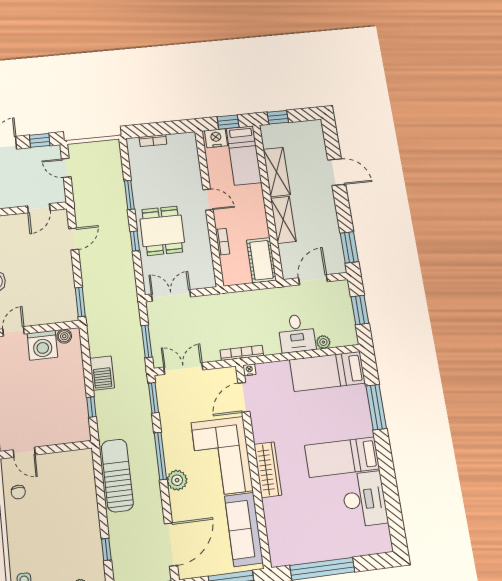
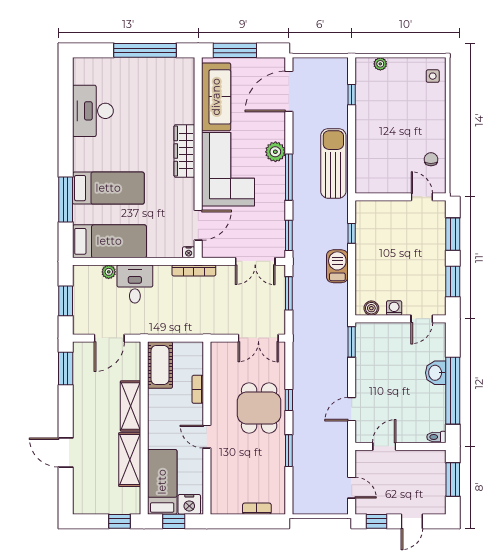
washing machine: (42, 345) -> (394, 308), width x0.53, depth x0.53
bed: (342, 457) -> (108, 188), moved
sun lounger: (117, 475) -> (333, 163), turned 180

